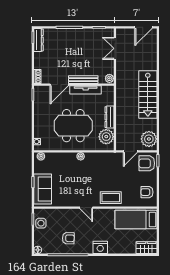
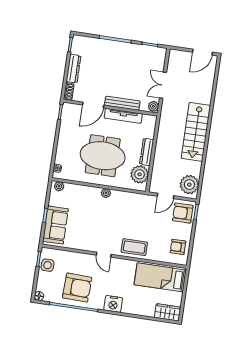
dresser: (38, 40) -> (74, 69), moved
double door: (115, 48) -> (163, 85), moved
armchair: (68, 238) -> (77, 288), width x1.88, depth x1.88

